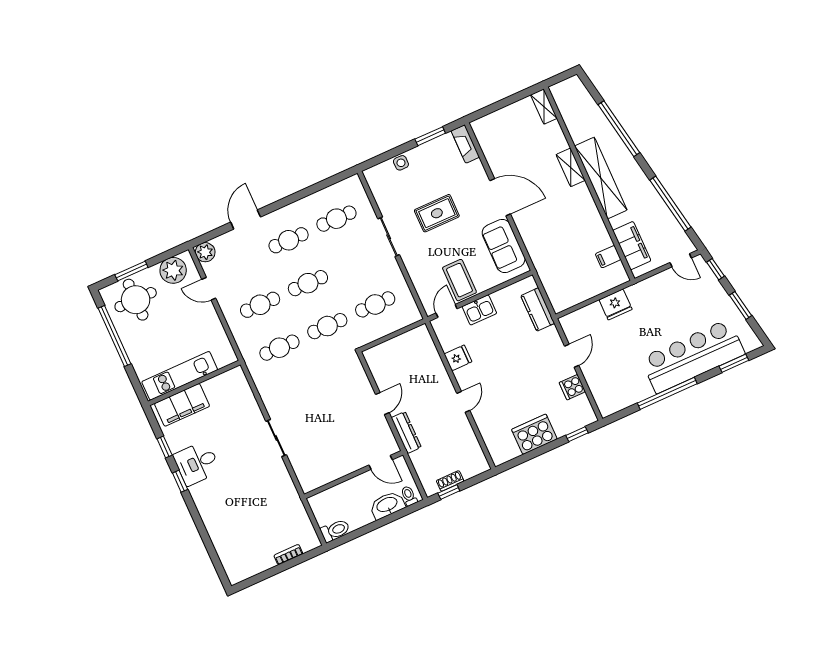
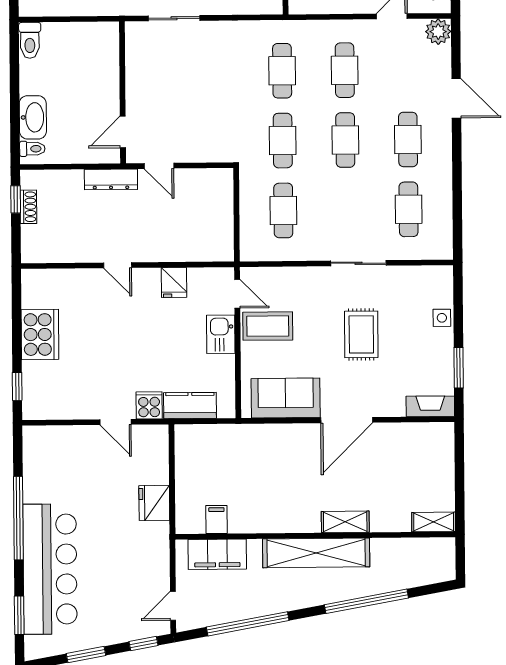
cooker: (572, 387) -> (149, 405), moved
door: (381, 462) -> (123, 132), moved
wall: (353, 475) -> (123, 92), moved

